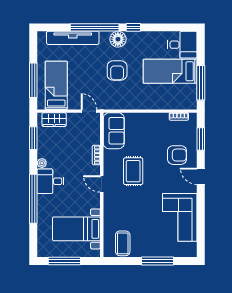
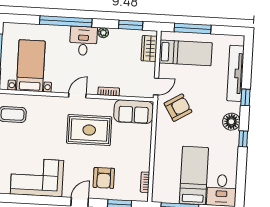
window: (95, 27) -> (245, 97), width x0.32
armchair: (117, 70) -> (178, 108), moved, turned 149
rug: (133, 171) -> (89, 130), width x1.36, depth x1.43

